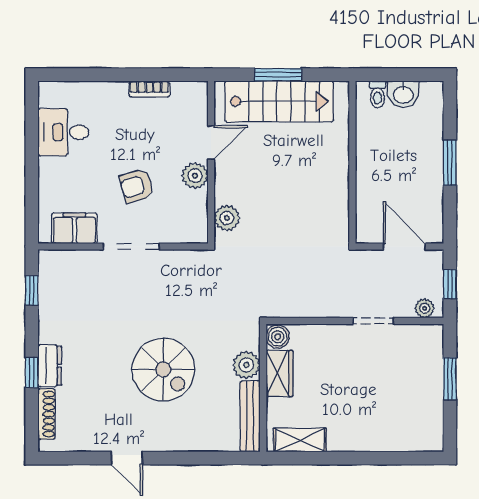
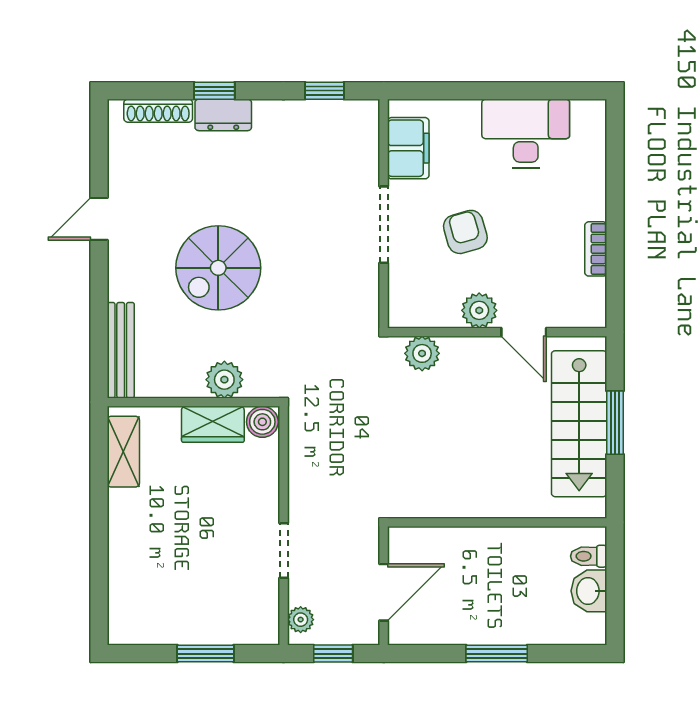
desk: (63, 132) -> (526, 133), width x1.37
bench: (250, 416) -> (121, 350), moved, turned 90

